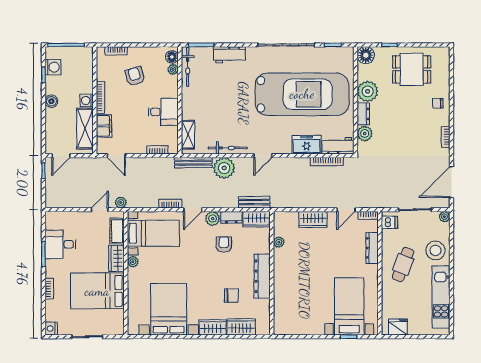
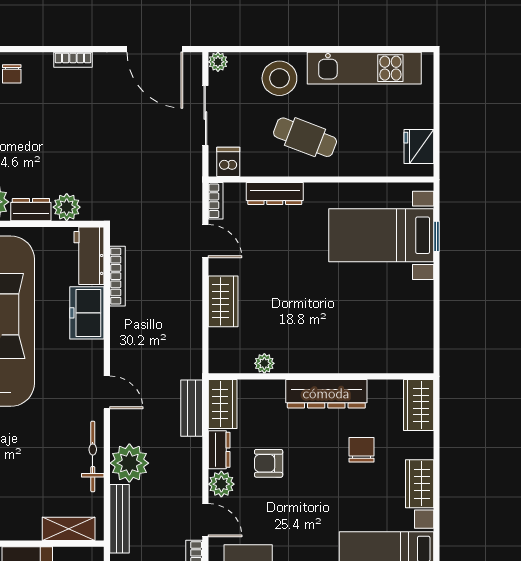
wardrobe: (241, 327) -> (419, 405), moved

